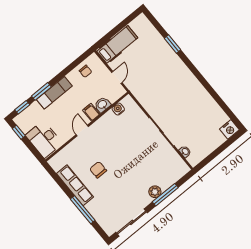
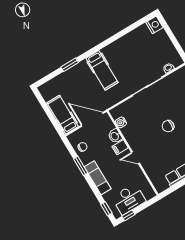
door: (117, 77) -> (92, 119), width x1.87
hospital bed: (172, 80) -> (102, 70), added
window: (41, 91) -> (81, 166), moved
desk: (44, 139) -> (129, 199), moved
chair: (98, 170) -> (168, 126), moved

